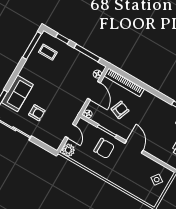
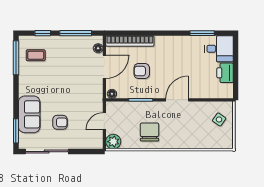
door: (94, 91) -> (104, 67), hinge flipped
armchair: (120, 110) -> (142, 71), turned -111
door: (70, 131) -> (104, 121), swing flipped
door: (134, 147) -> (177, 100), hinge flipped
chair: (104, 148) -> (150, 132), moved, turned -90

